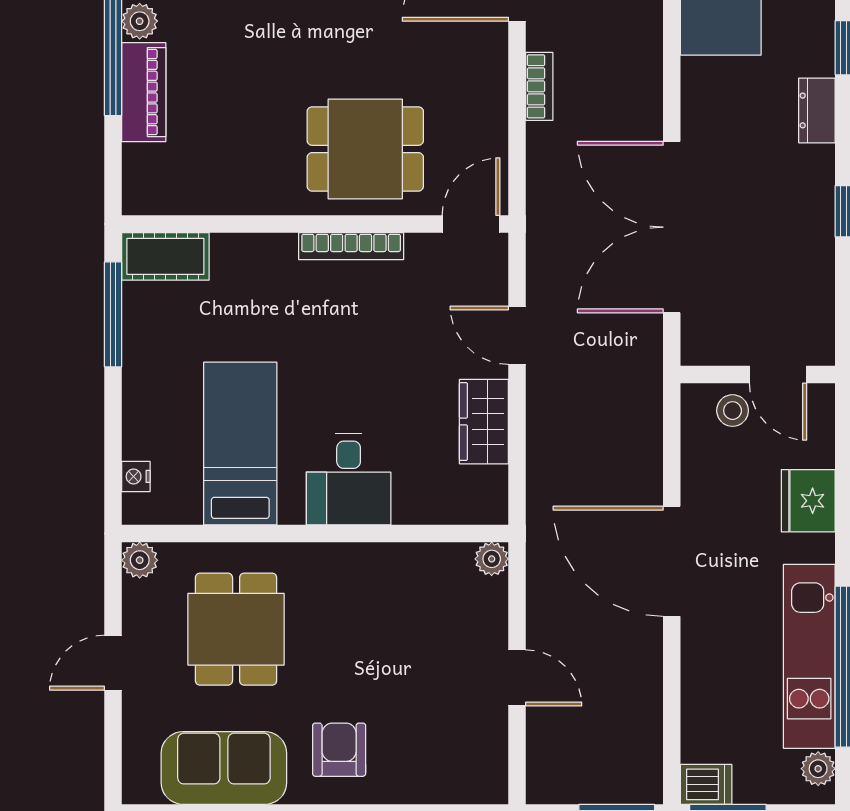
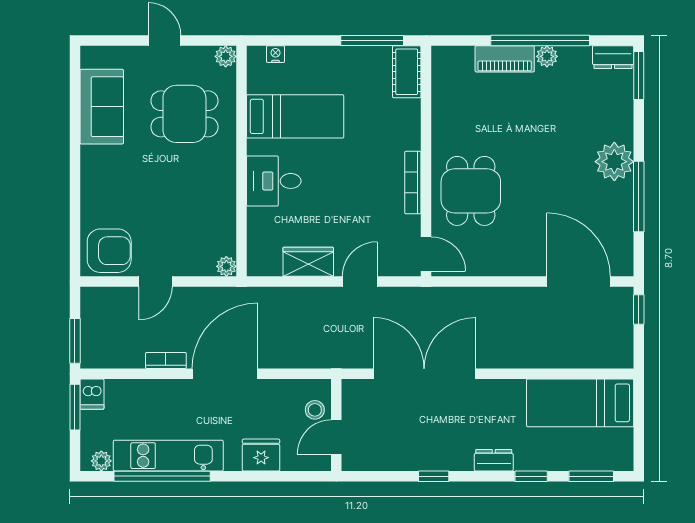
bookcase: (539, 86) -> (166, 360), moved, turned 180
armchair: (339, 750) -> (109, 251), moved, width x1.38, depth x1.38

